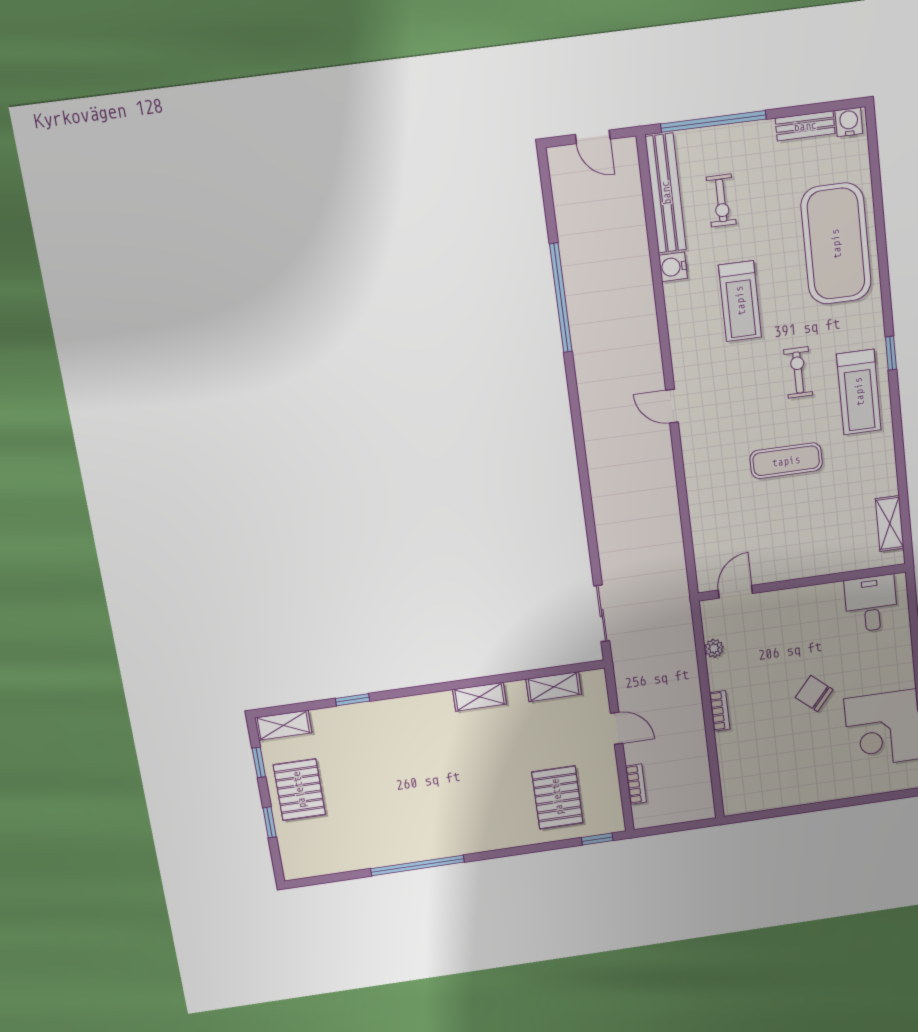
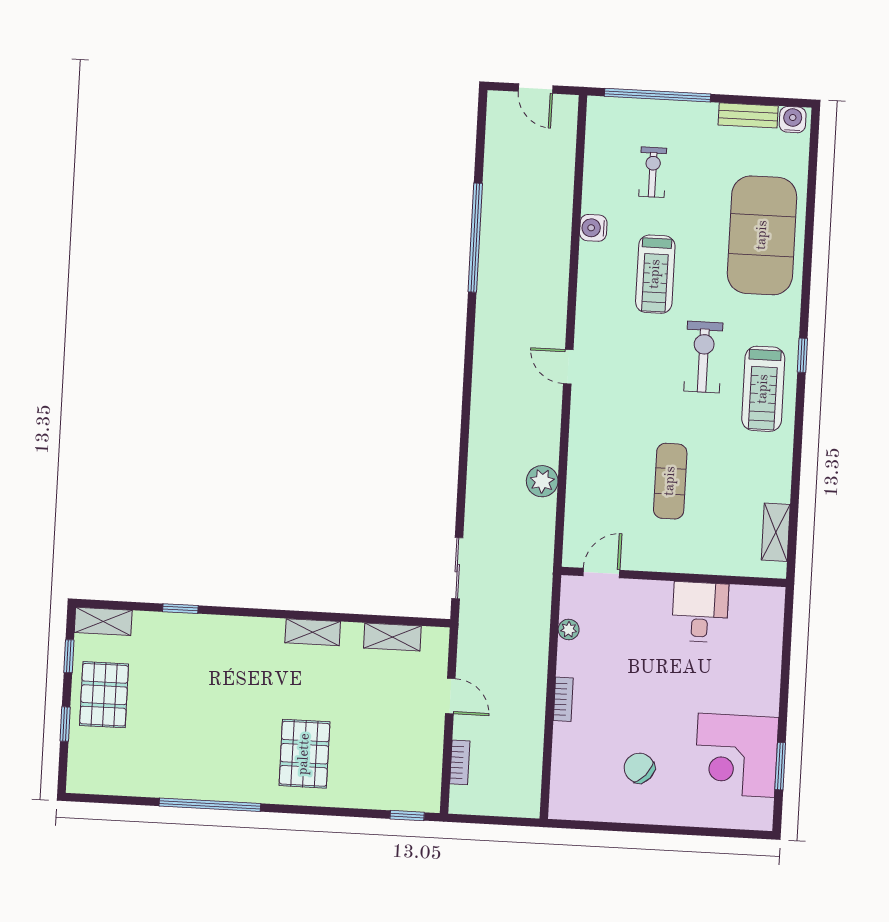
bench: (666, 193) -> (598, 155), removed
exercise bike: (721, 201) -> (653, 172), turned 180
exercise bike: (798, 373) -> (703, 357), width x1.38, depth x1.39
exercise mat: (786, 461) -> (670, 481), moved, turned 90
plant: (666, 518) -> (542, 481), added
desk: (871, 604) -> (700, 612), moved
chair: (814, 694) -> (639, 768), moved
pallet: (557, 797) -> (304, 754), moved

